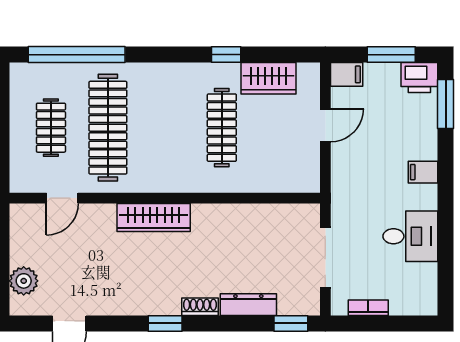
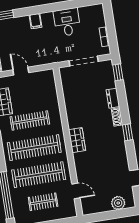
clothes rail: (165, 128) -> (34, 148), added
wardrobe: (154, 217) -> (77, 140), width x0.67
dresser: (248, 305) -> (113, 98), width x0.70

